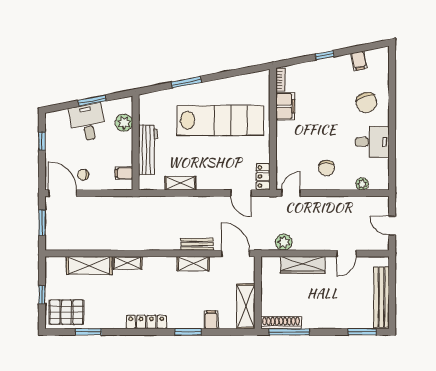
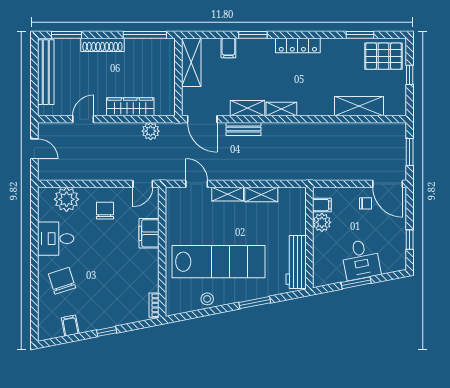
stool: (231, 86) -> (207, 299), added
filing cabinet: (285, 106) -> (149, 233), moved
lab bench: (220, 120) -> (218, 262), turned 180
plant: (124, 123) -> (322, 222), moved
workbench: (148, 150) -> (296, 262), moved
locker: (263, 176) -> (173, 202), removed
shelving: (212, 183) -> (228, 194), added
plant: (362, 184) -> (67, 199), width x1.87, depth x1.87
shelving: (127, 263) -> (281, 109), moved
shoe rack: (281, 323) -> (102, 45), moved

